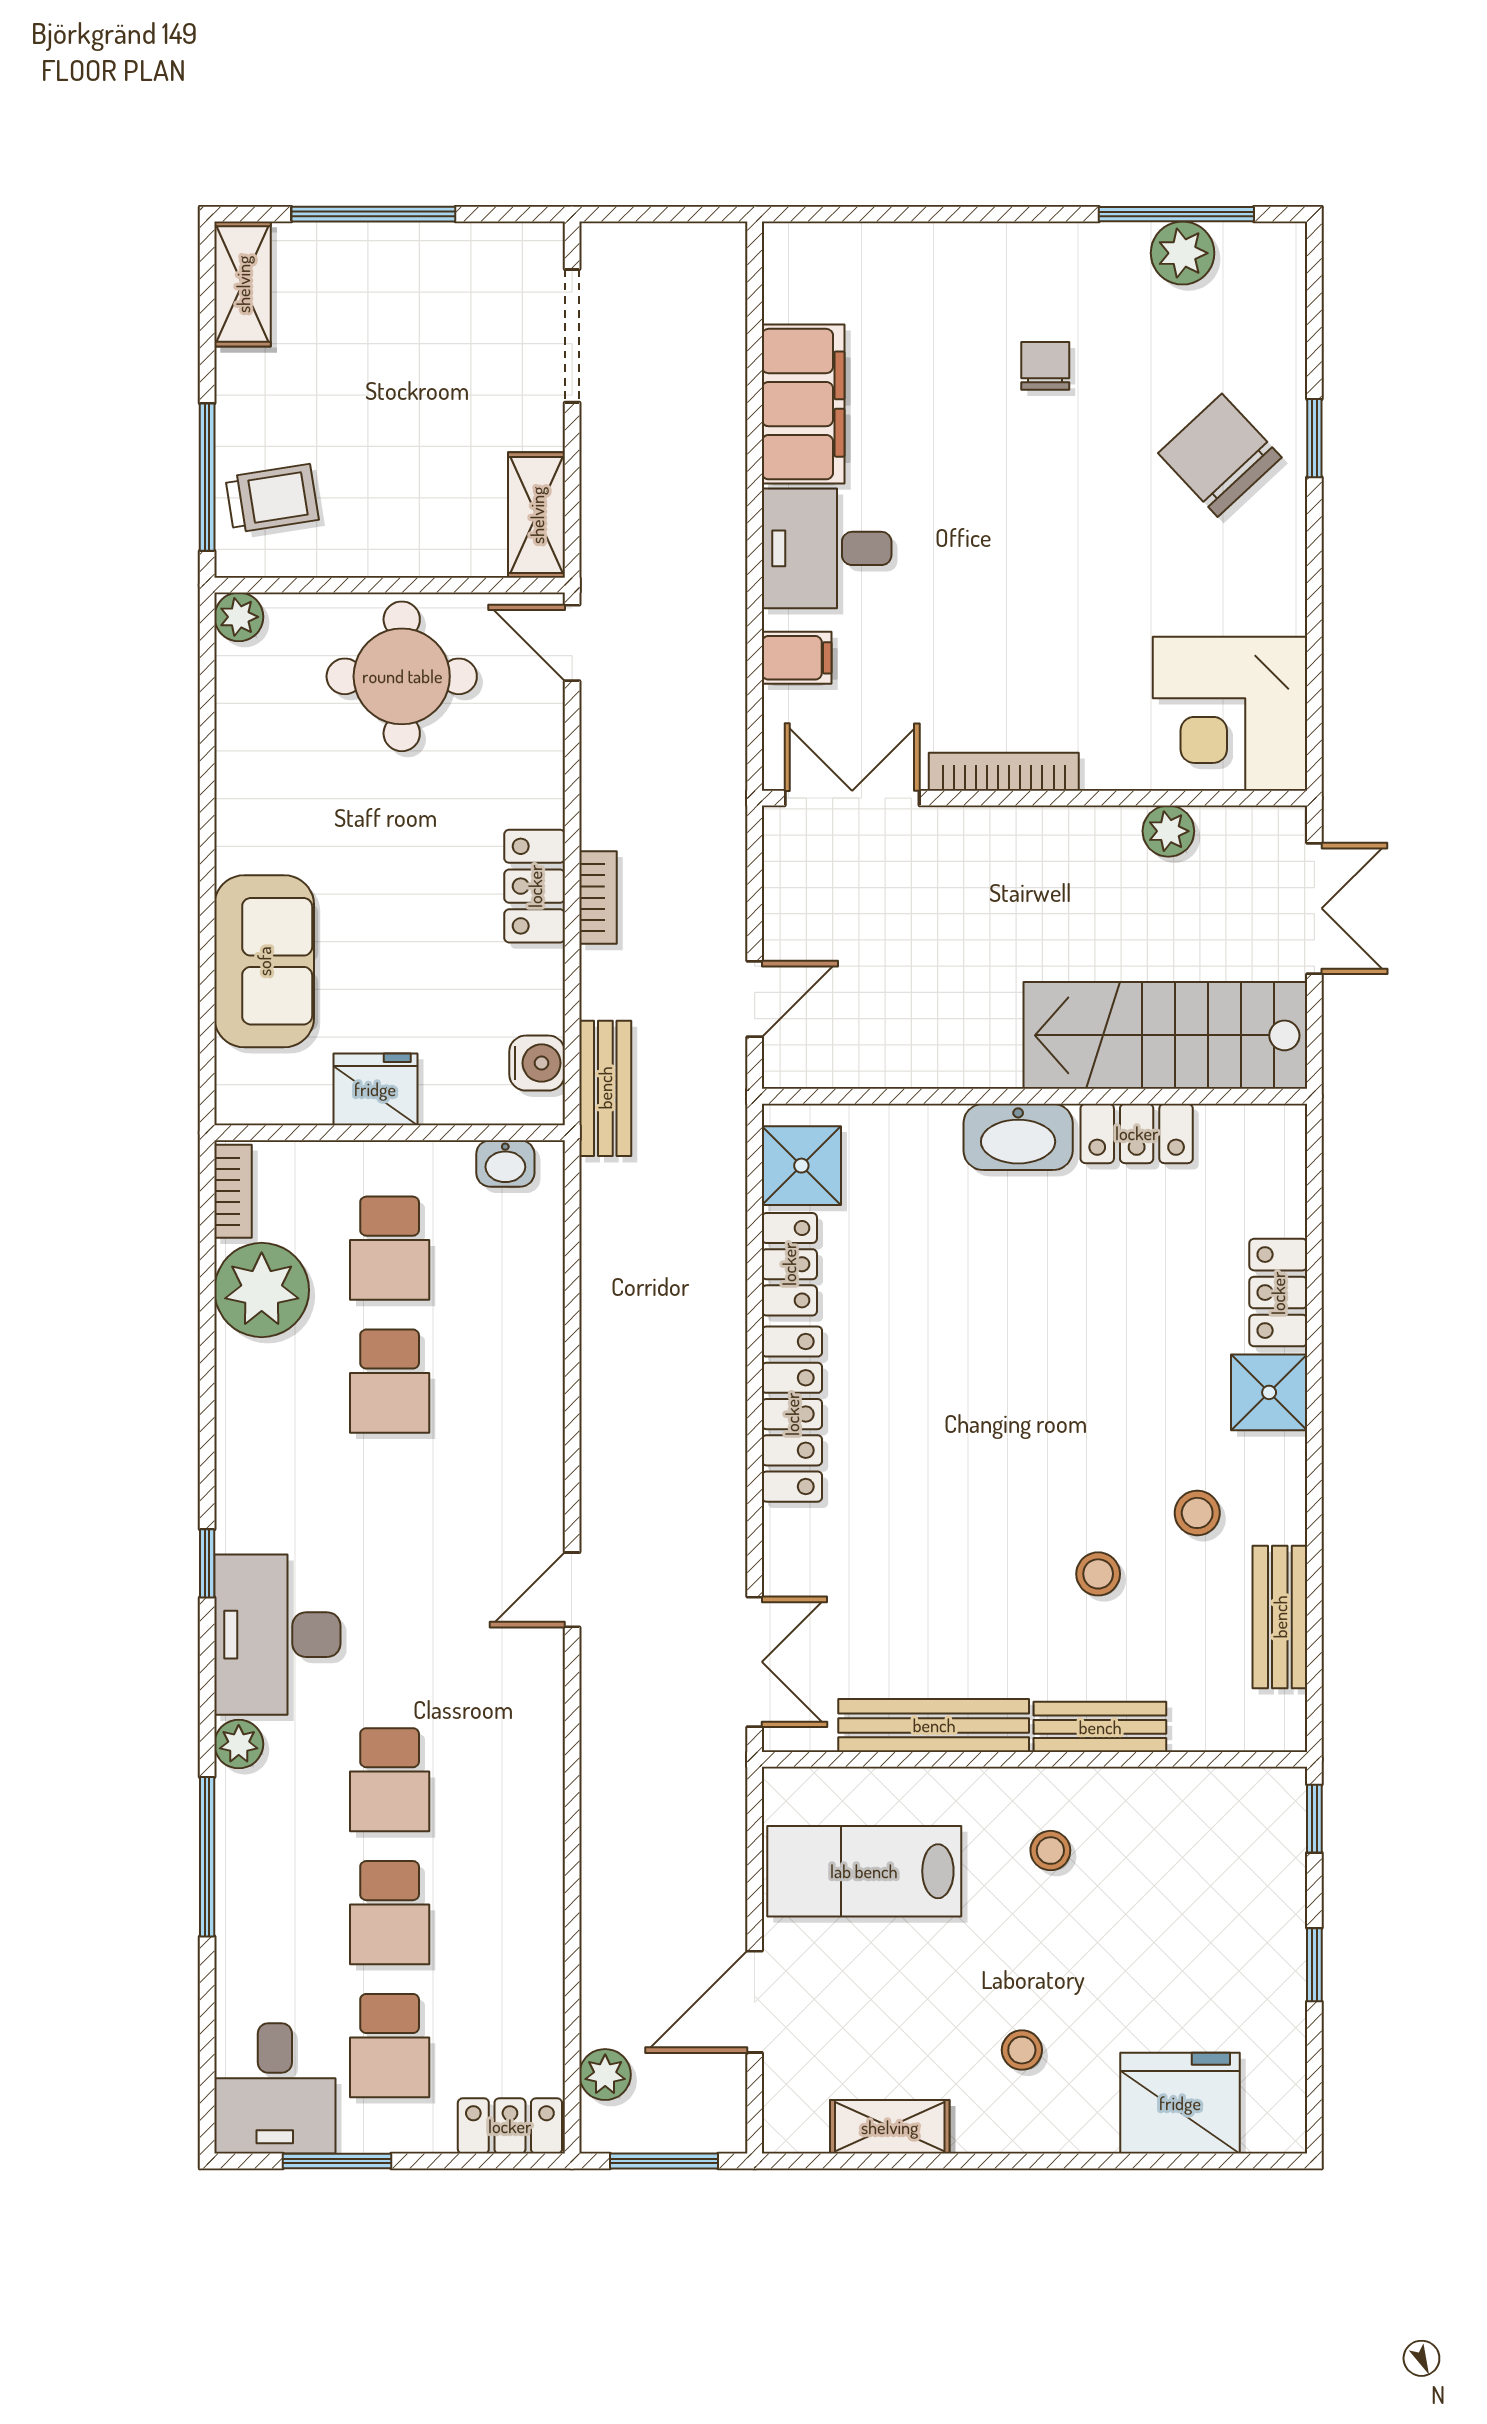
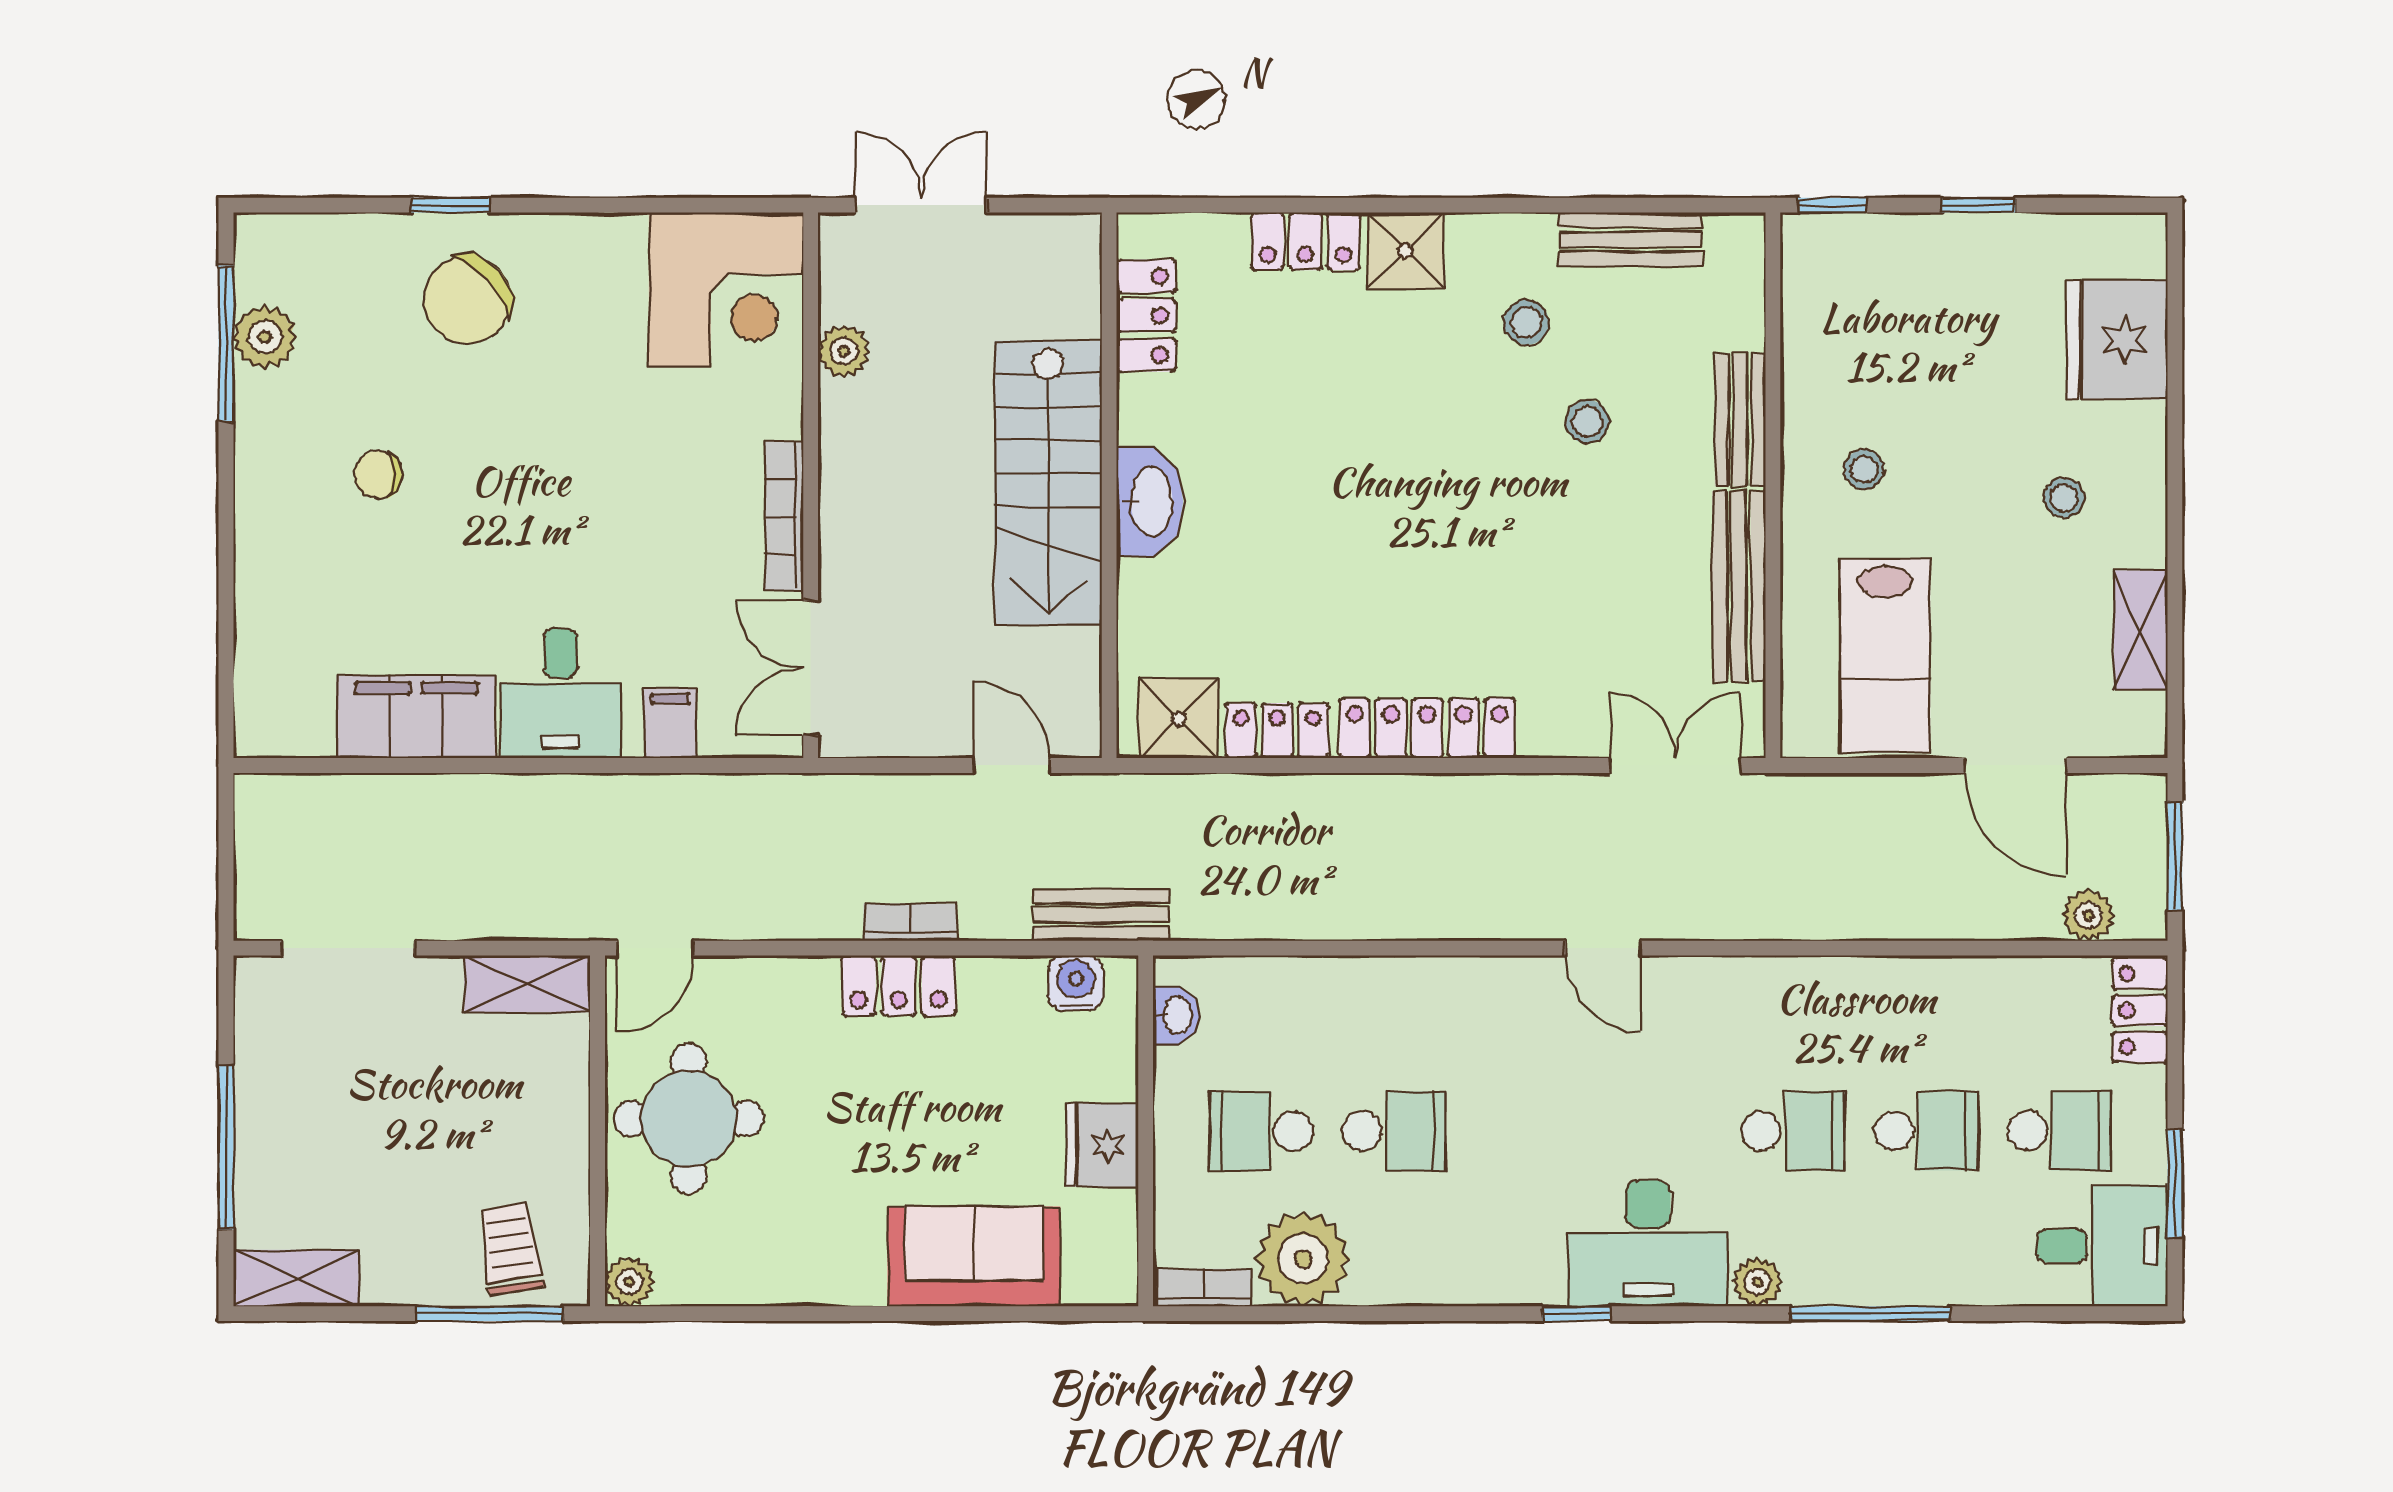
stairs: (1165, 1035) -> (1048, 483), moved
locker: (1137, 1133) -> (1146, 316), moved
school desk: (390, 1248) -> (1261, 1131), turned 180

